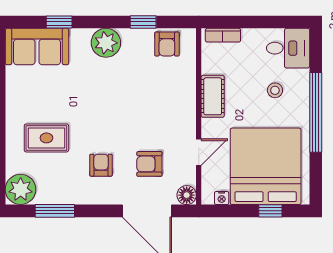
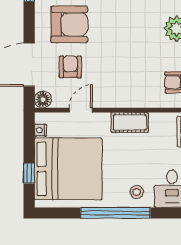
stool: (275, 90) -> (137, 192), moved
door: (199, 152) -> (81, 110), swing flipped
armchair: (101, 165) -> (69, 24), width x1.88, depth x1.88

